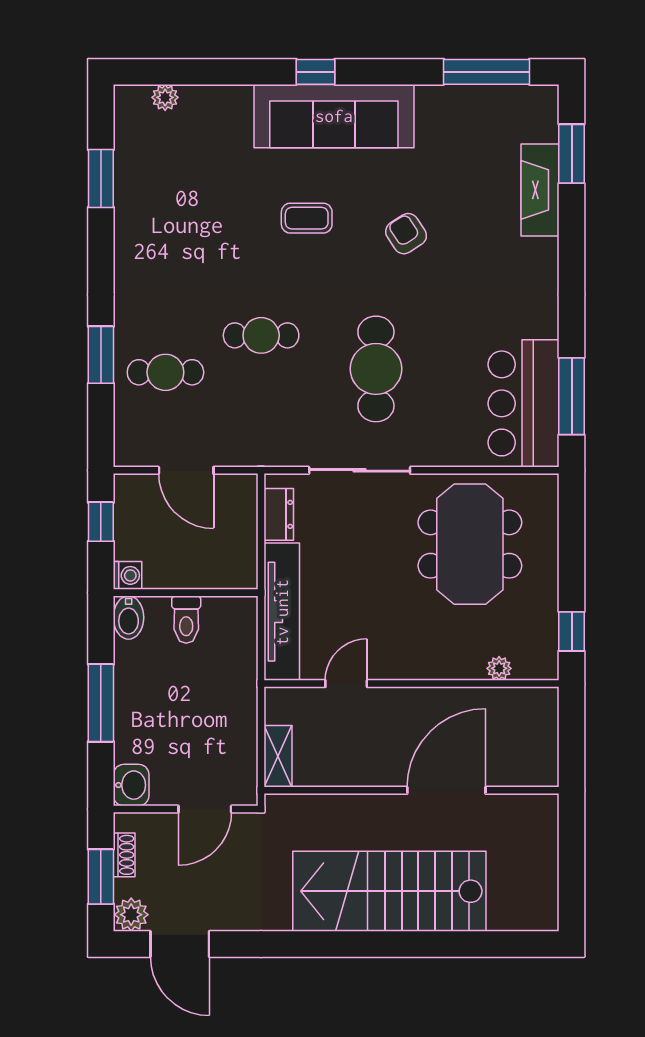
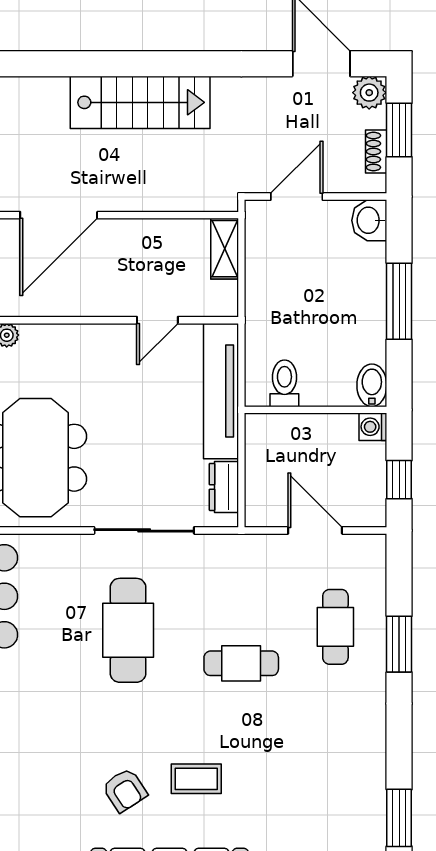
armchair: (406, 234) -> (125, 790), moved
cafe table: (165, 372) -> (335, 627), turned 90
toilet: (186, 620) -> (284, 383), moved
stairs: (389, 891) -> (140, 102), width x0.73, depth x0.66

